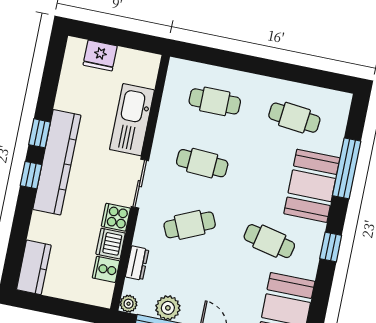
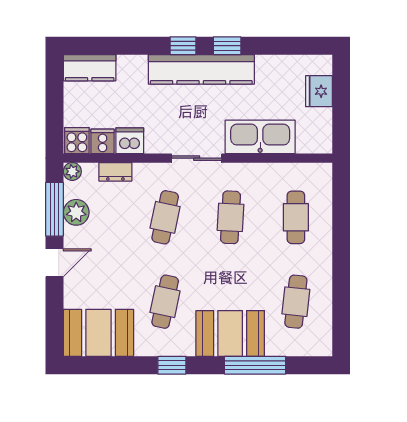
cooker: (116, 217) -> (77, 141), moved
cafe table: (190, 225) -> (165, 217), turned 36

